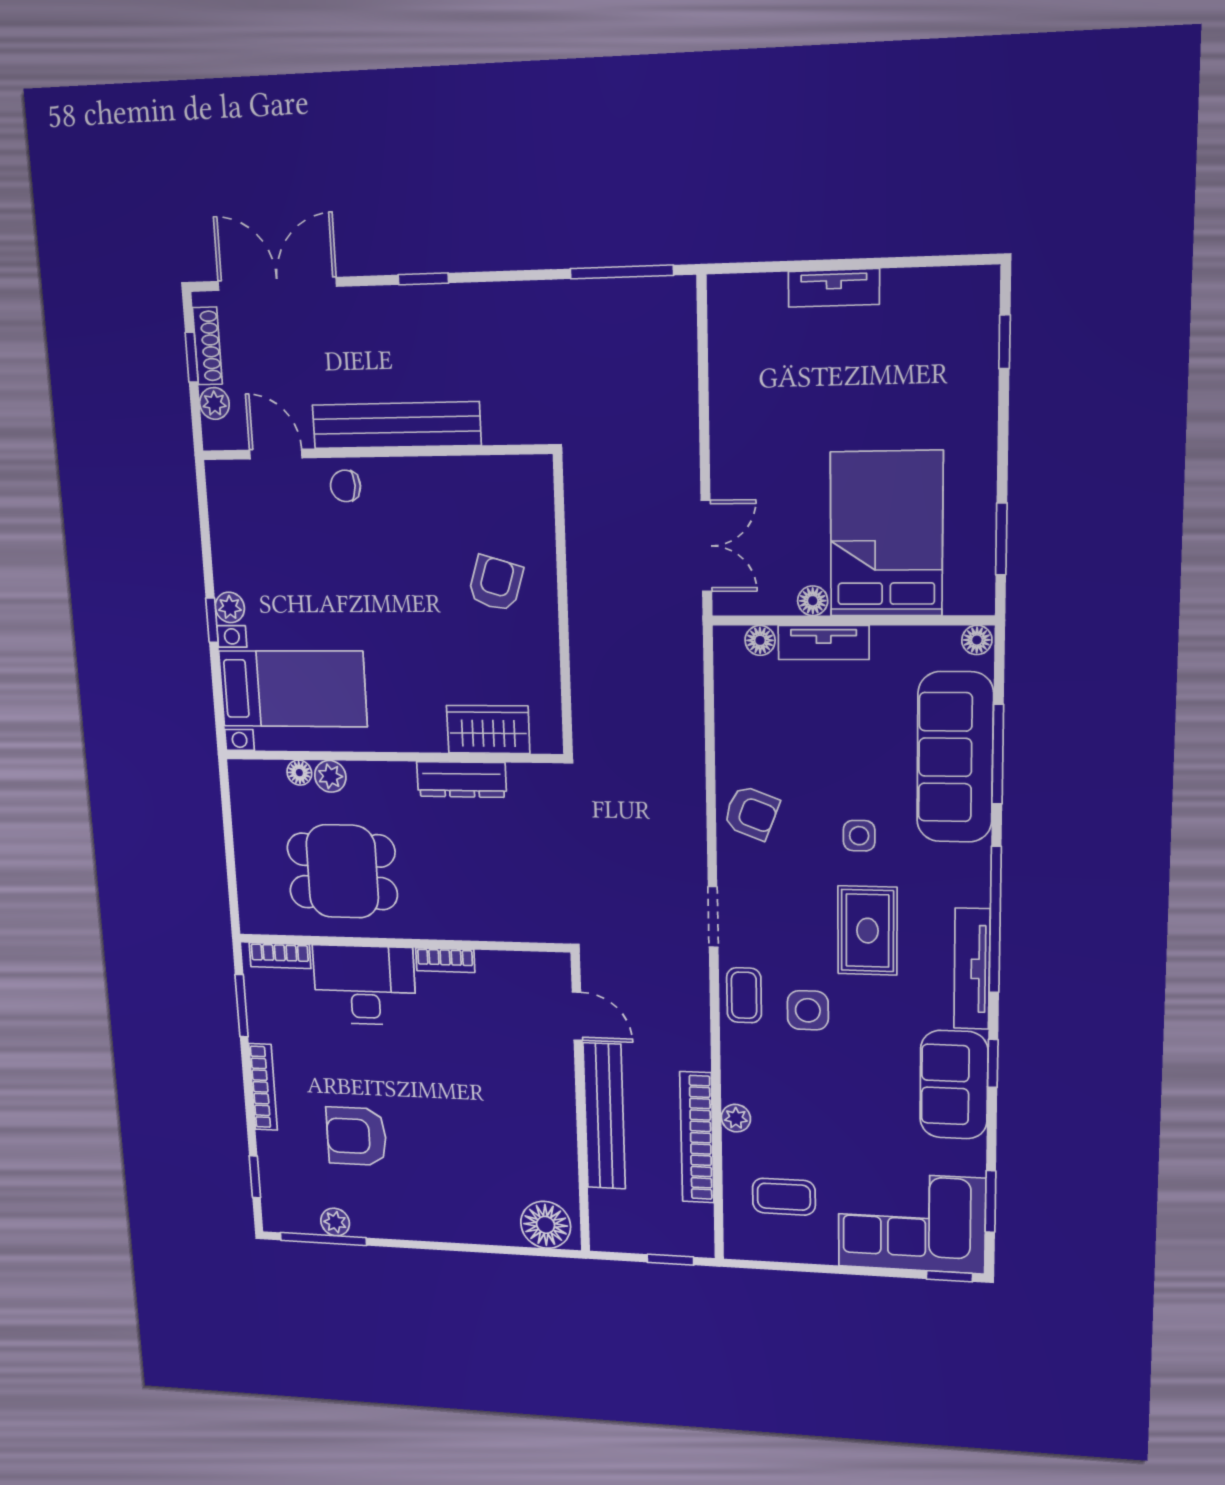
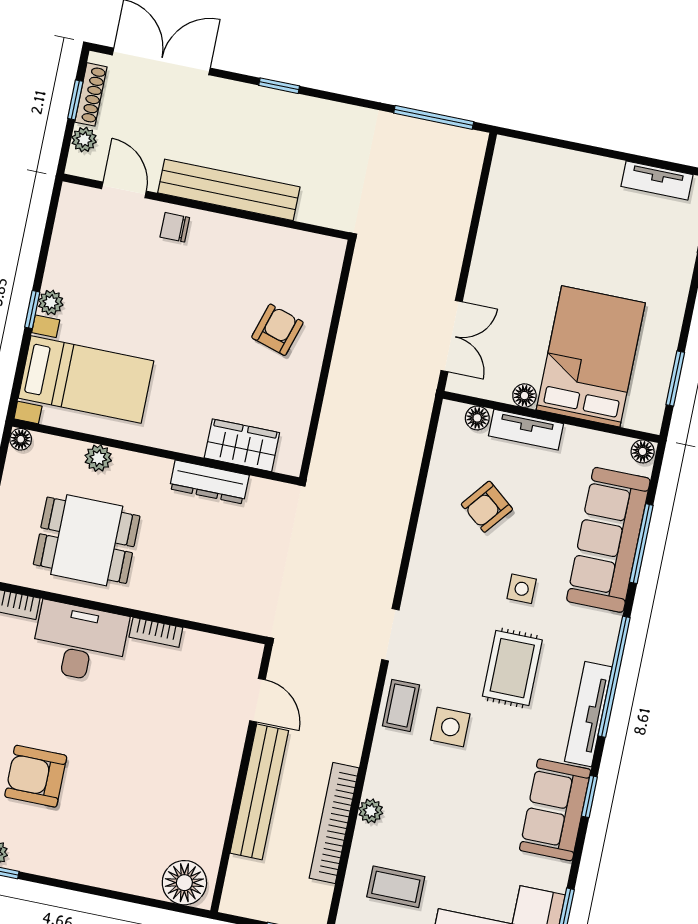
tv unit: (834, 288) -> (657, 181), moved
floor lamp: (299, 773) -> (21, 439), moved
armchair: (751, 813) -> (487, 507), moved, turned 108

